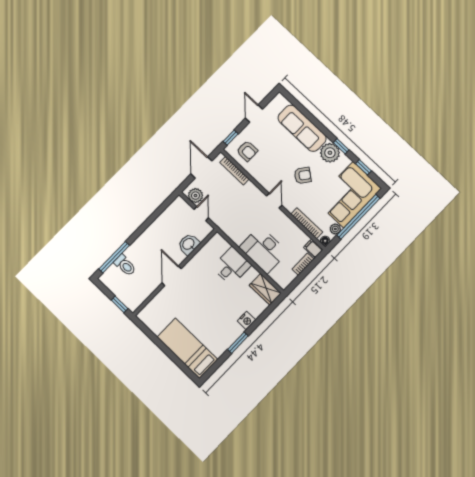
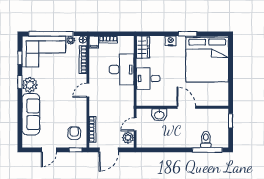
armchair: (303, 175) -> (58, 88), removed
door: (172, 276) -> (186, 107), swing flipped
bed: (187, 348) -> (207, 59), width x2.04

